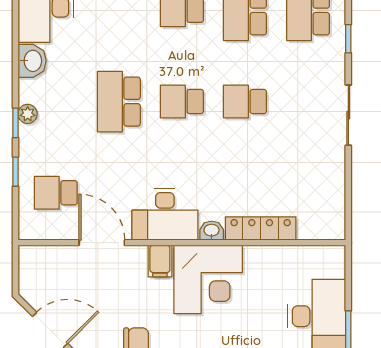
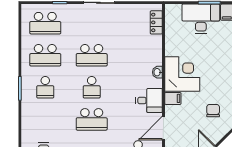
school desk: (245, 102) -> (92, 55), width x1.85
desk: (165, 214) -> (149, 101), width x0.73
locker: (261, 228) -> (156, 22), moved, width x0.66

